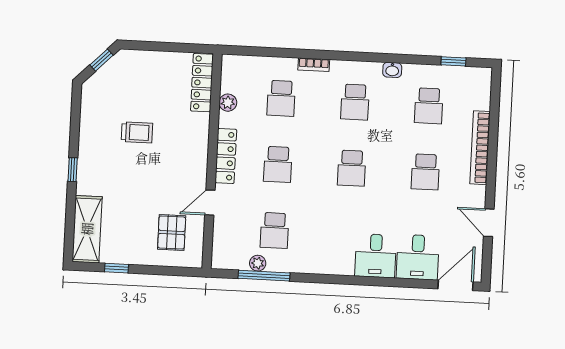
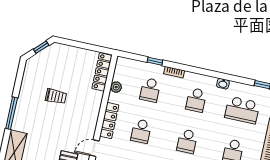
window: (281, 53) -> (155, 61), added
school desk: (429, 106) -> (242, 110), width x1.85
window: (73, 170) -> (12, 113), width x2.17

